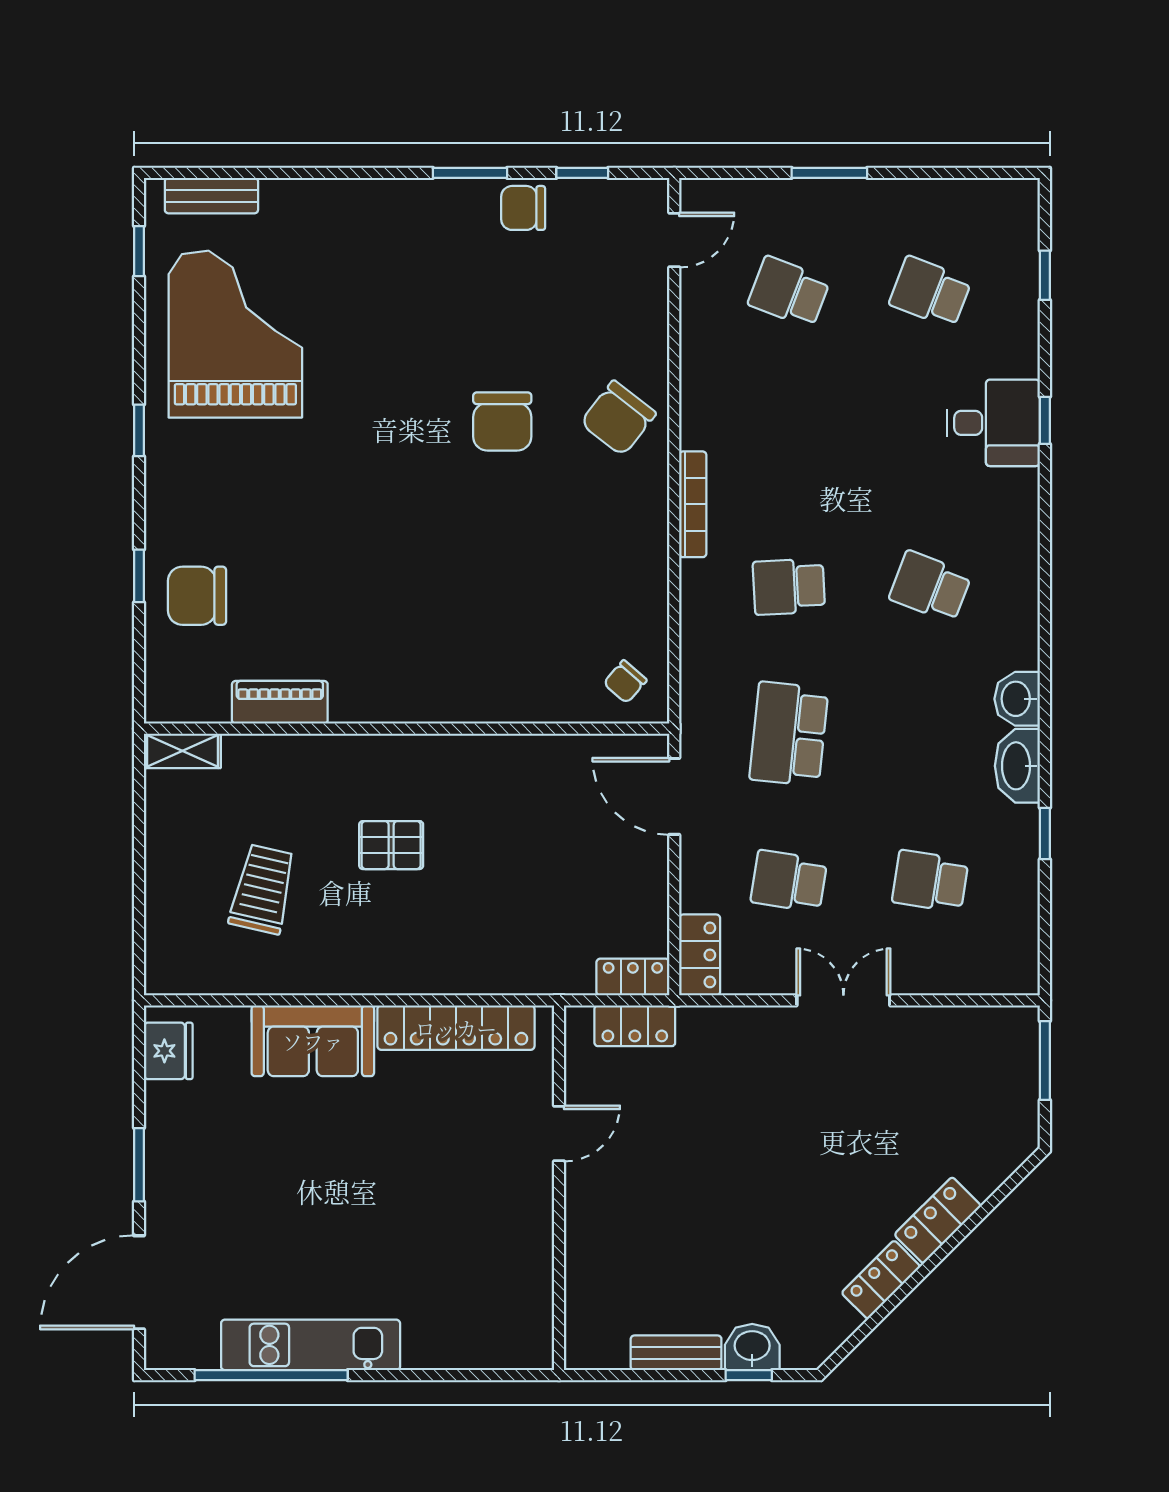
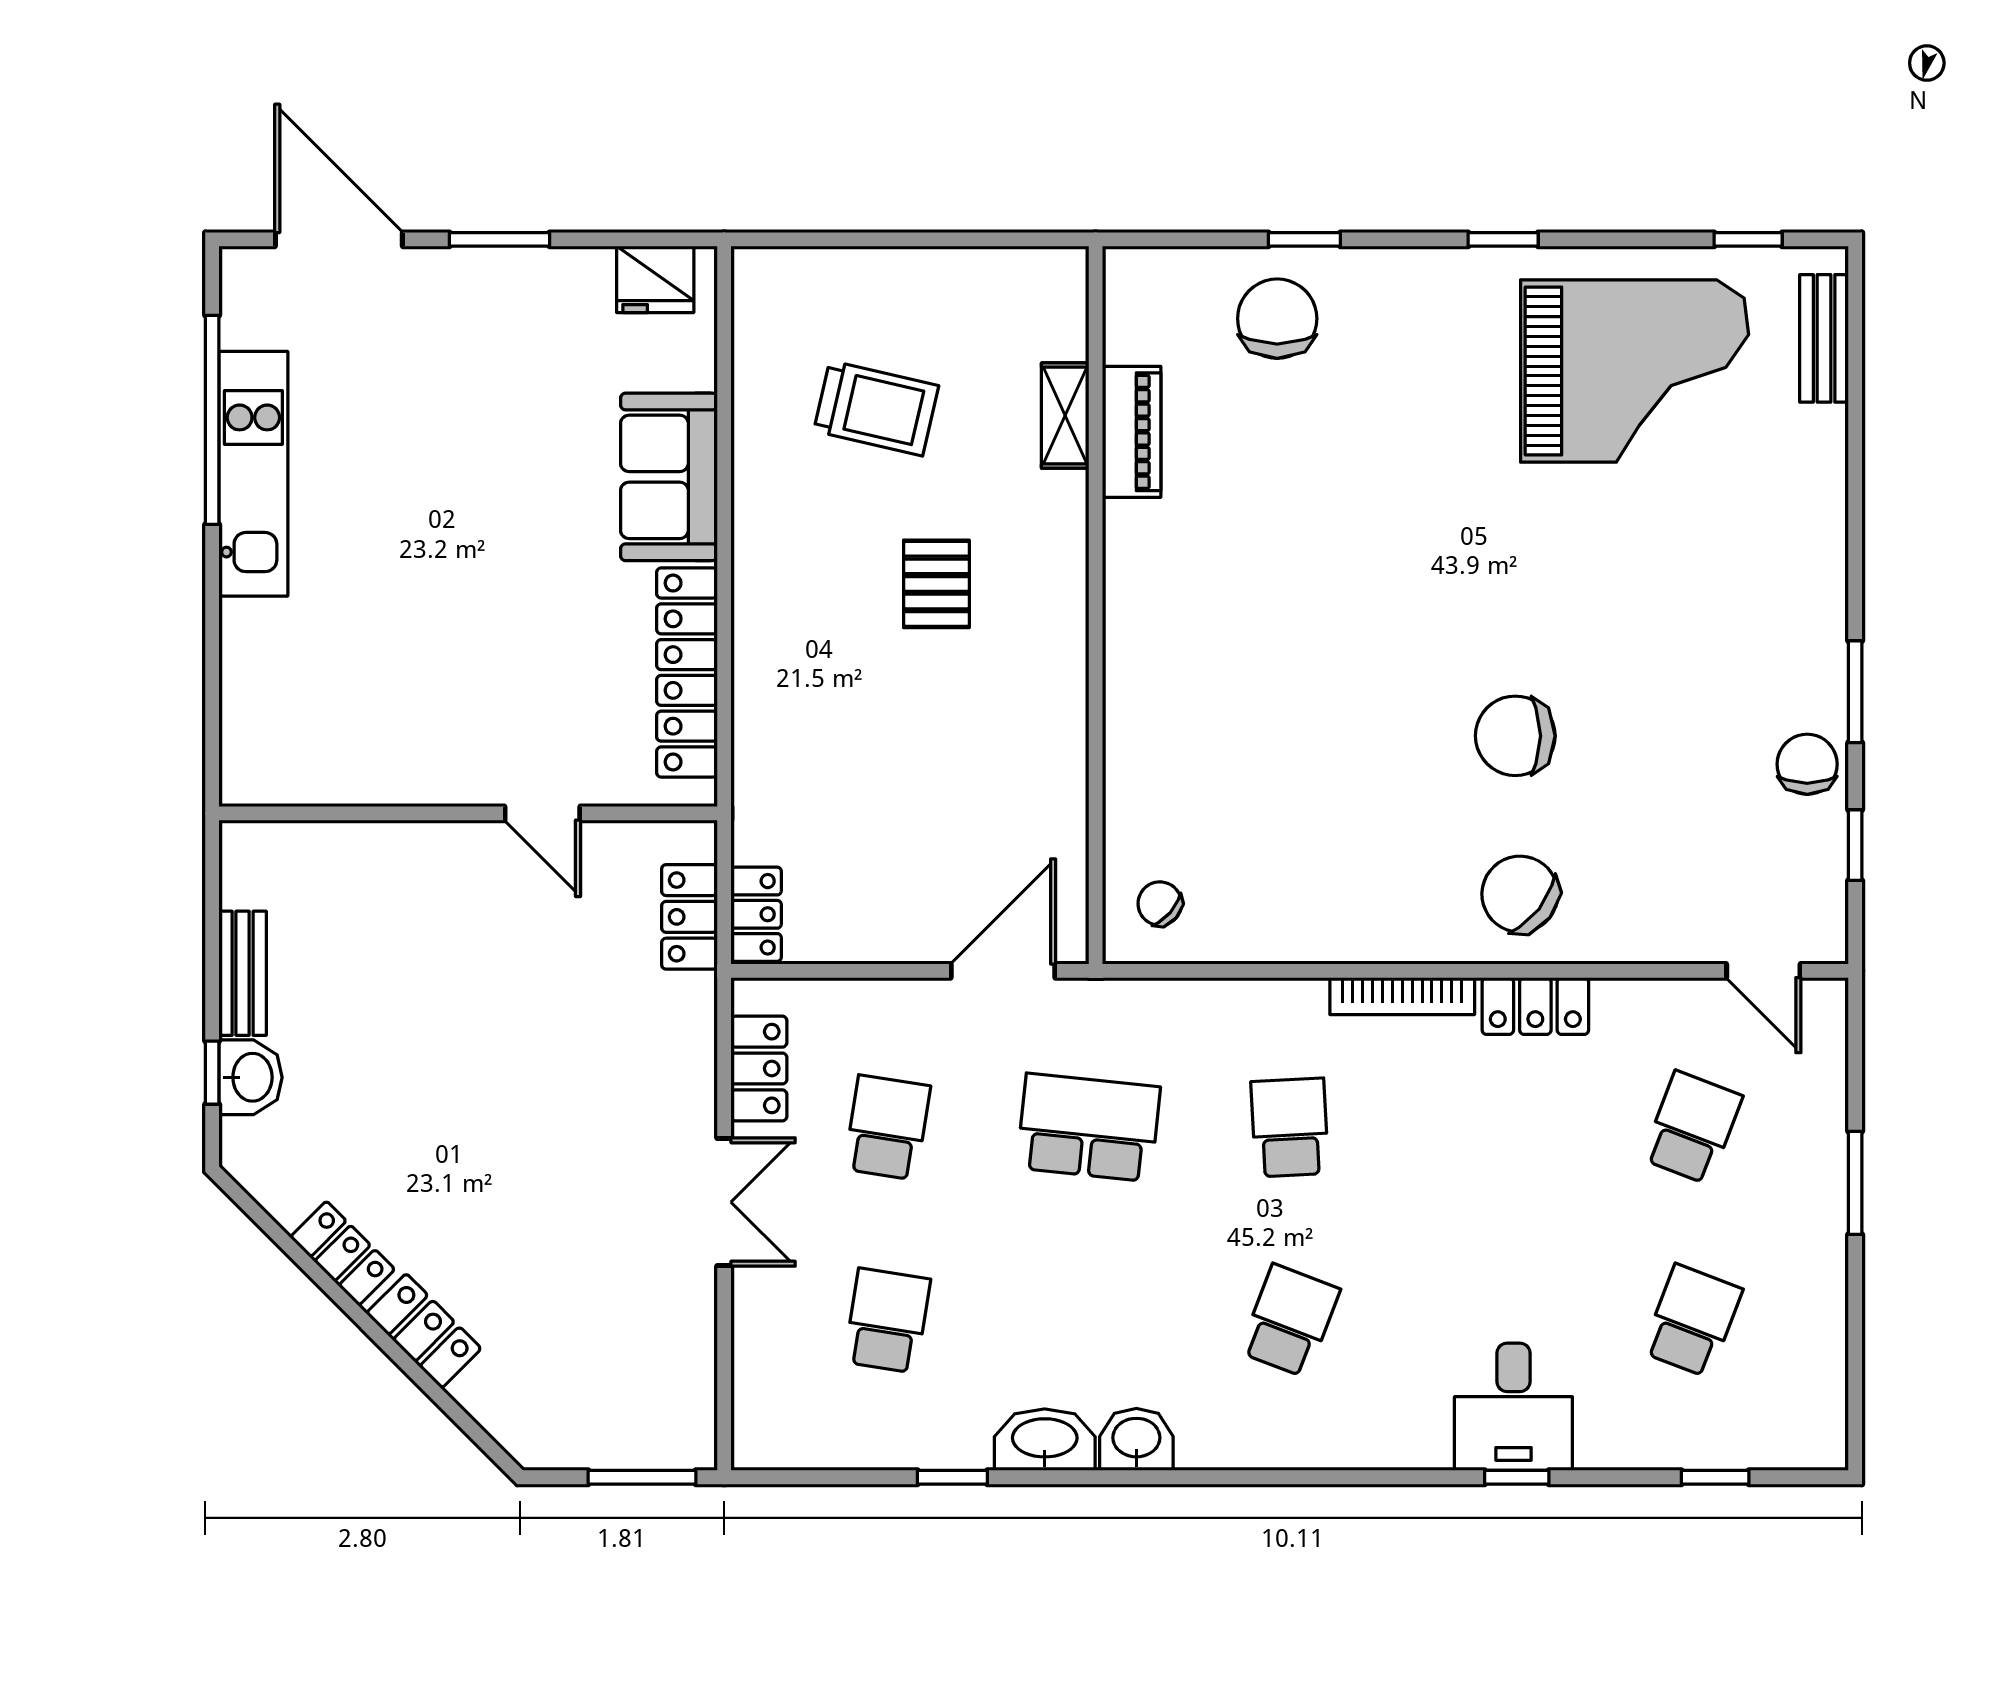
locker: (700, 407) -> (1535, 1006), added
shelving: (182, 751) -> (1065, 416), moved
locker: (700, 955) -> (759, 1069), moved, turned -90

